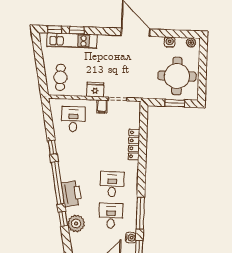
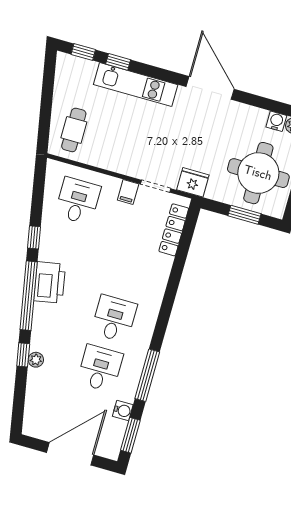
kitchen unit: (72, 41) -> (136, 85), moved
water cooler: (170, 42) -> (276, 121), moved
fridge: (95, 90) -> (193, 182), moved
locker: (134, 144) -> (174, 230), moved
printer: (72, 194) -> (50, 282), moved
plant: (76, 223) -> (36, 360), width x0.53, depth x0.53

